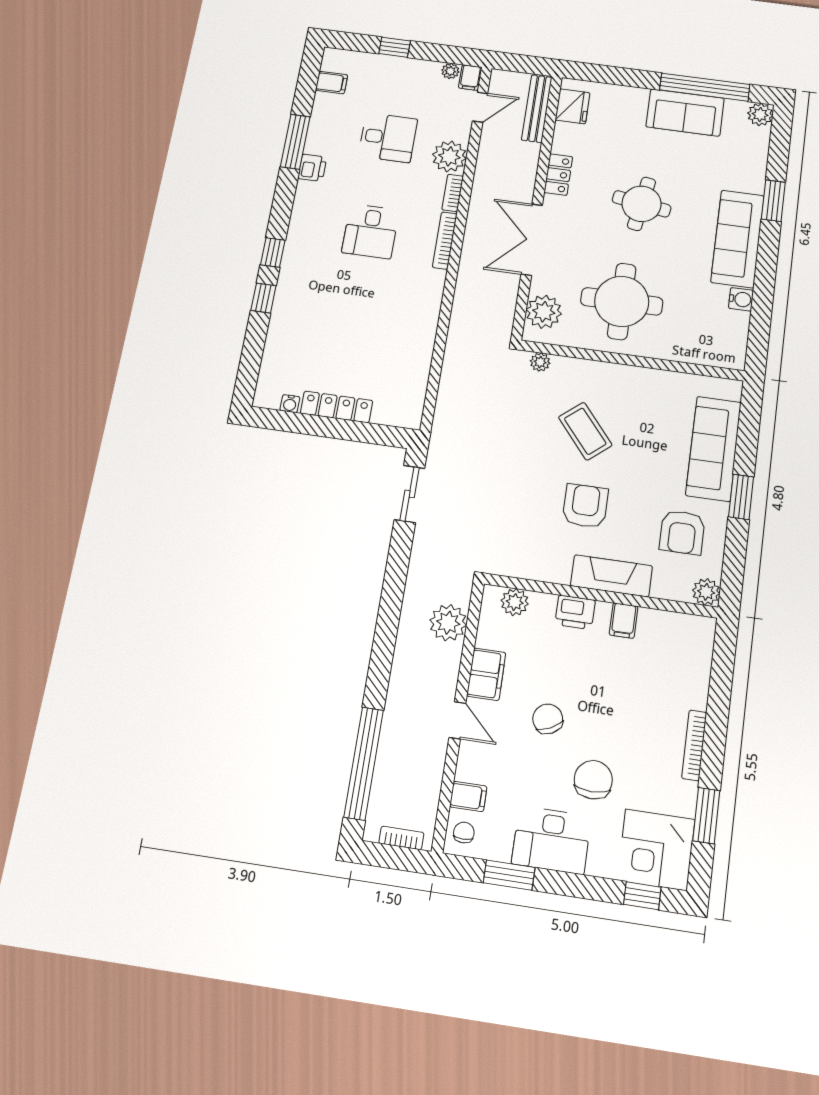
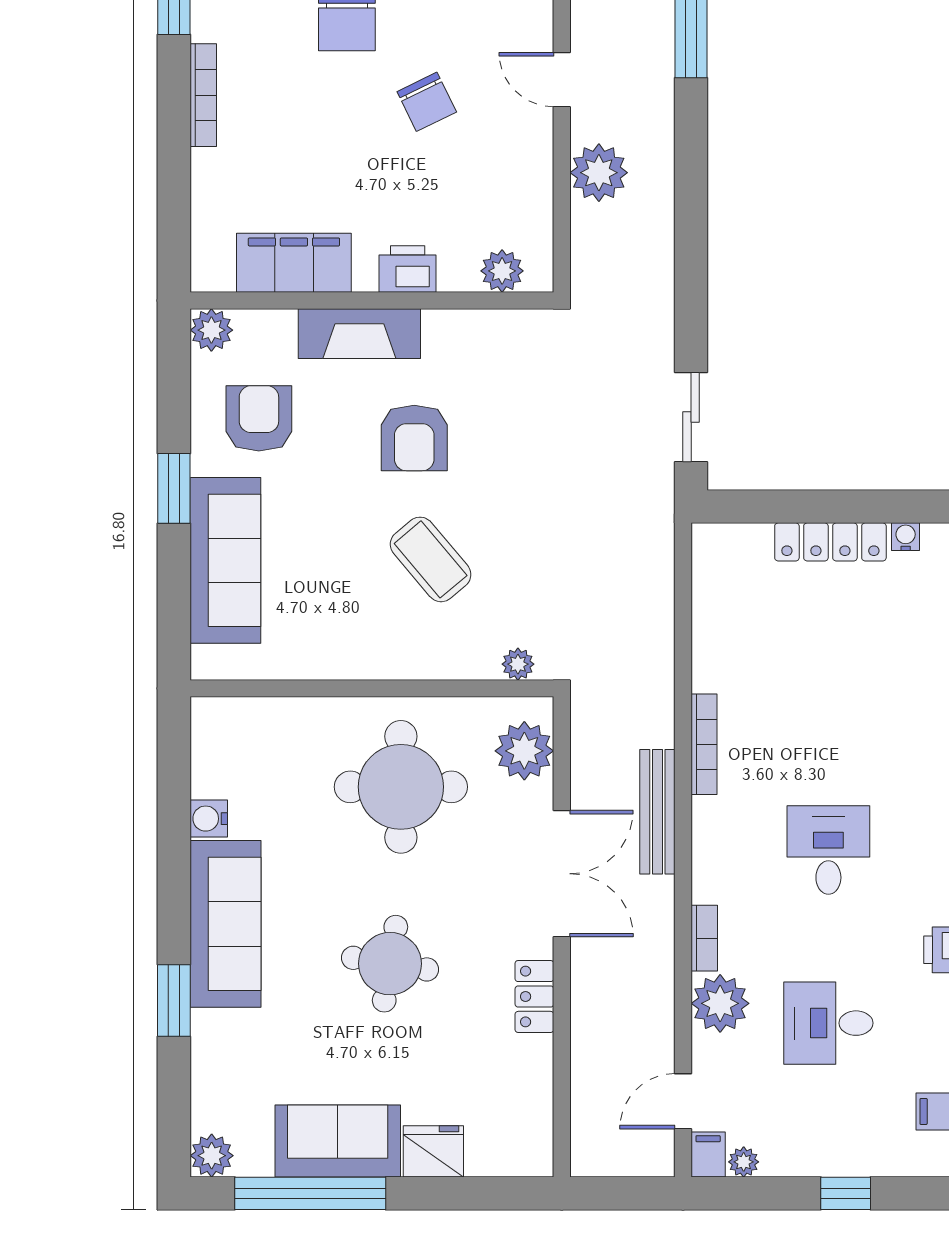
fridge: (572, 106) -> (433, 1151), moved, turned 90
bench: (537, 109) -> (657, 812), moved
bookcase: (445, 240) -> (704, 744), moved
filing cabinet: (624, 621) -> (294, 263), width x3.00, depth x1.17
plant: (448, 623) -> (599, 173), moved
filing cabinet: (486, 674) -> (529, 155), removed

